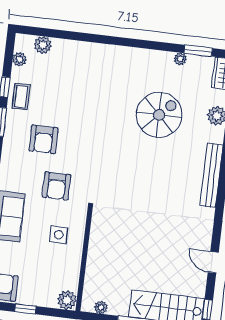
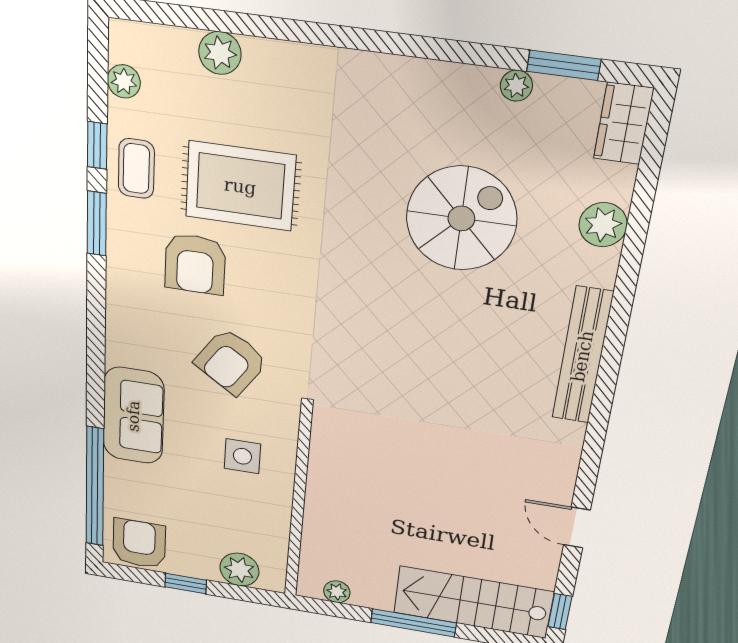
plant: (43, 45) -> (220, 53), moved
rug: (66, 103) -> (240, 186), added
armchair: (56, 186) -> (231, 362), turned 34
plant: (67, 300) -> (239, 570), moved

